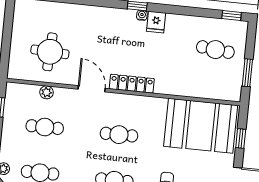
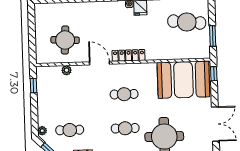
cafe table: (215, 50) -> (187, 22), width x1.37, depth x1.35
cafe table: (45, 127) -> (69, 96), removed
window: (241, 138) -> (214, 74), moved

